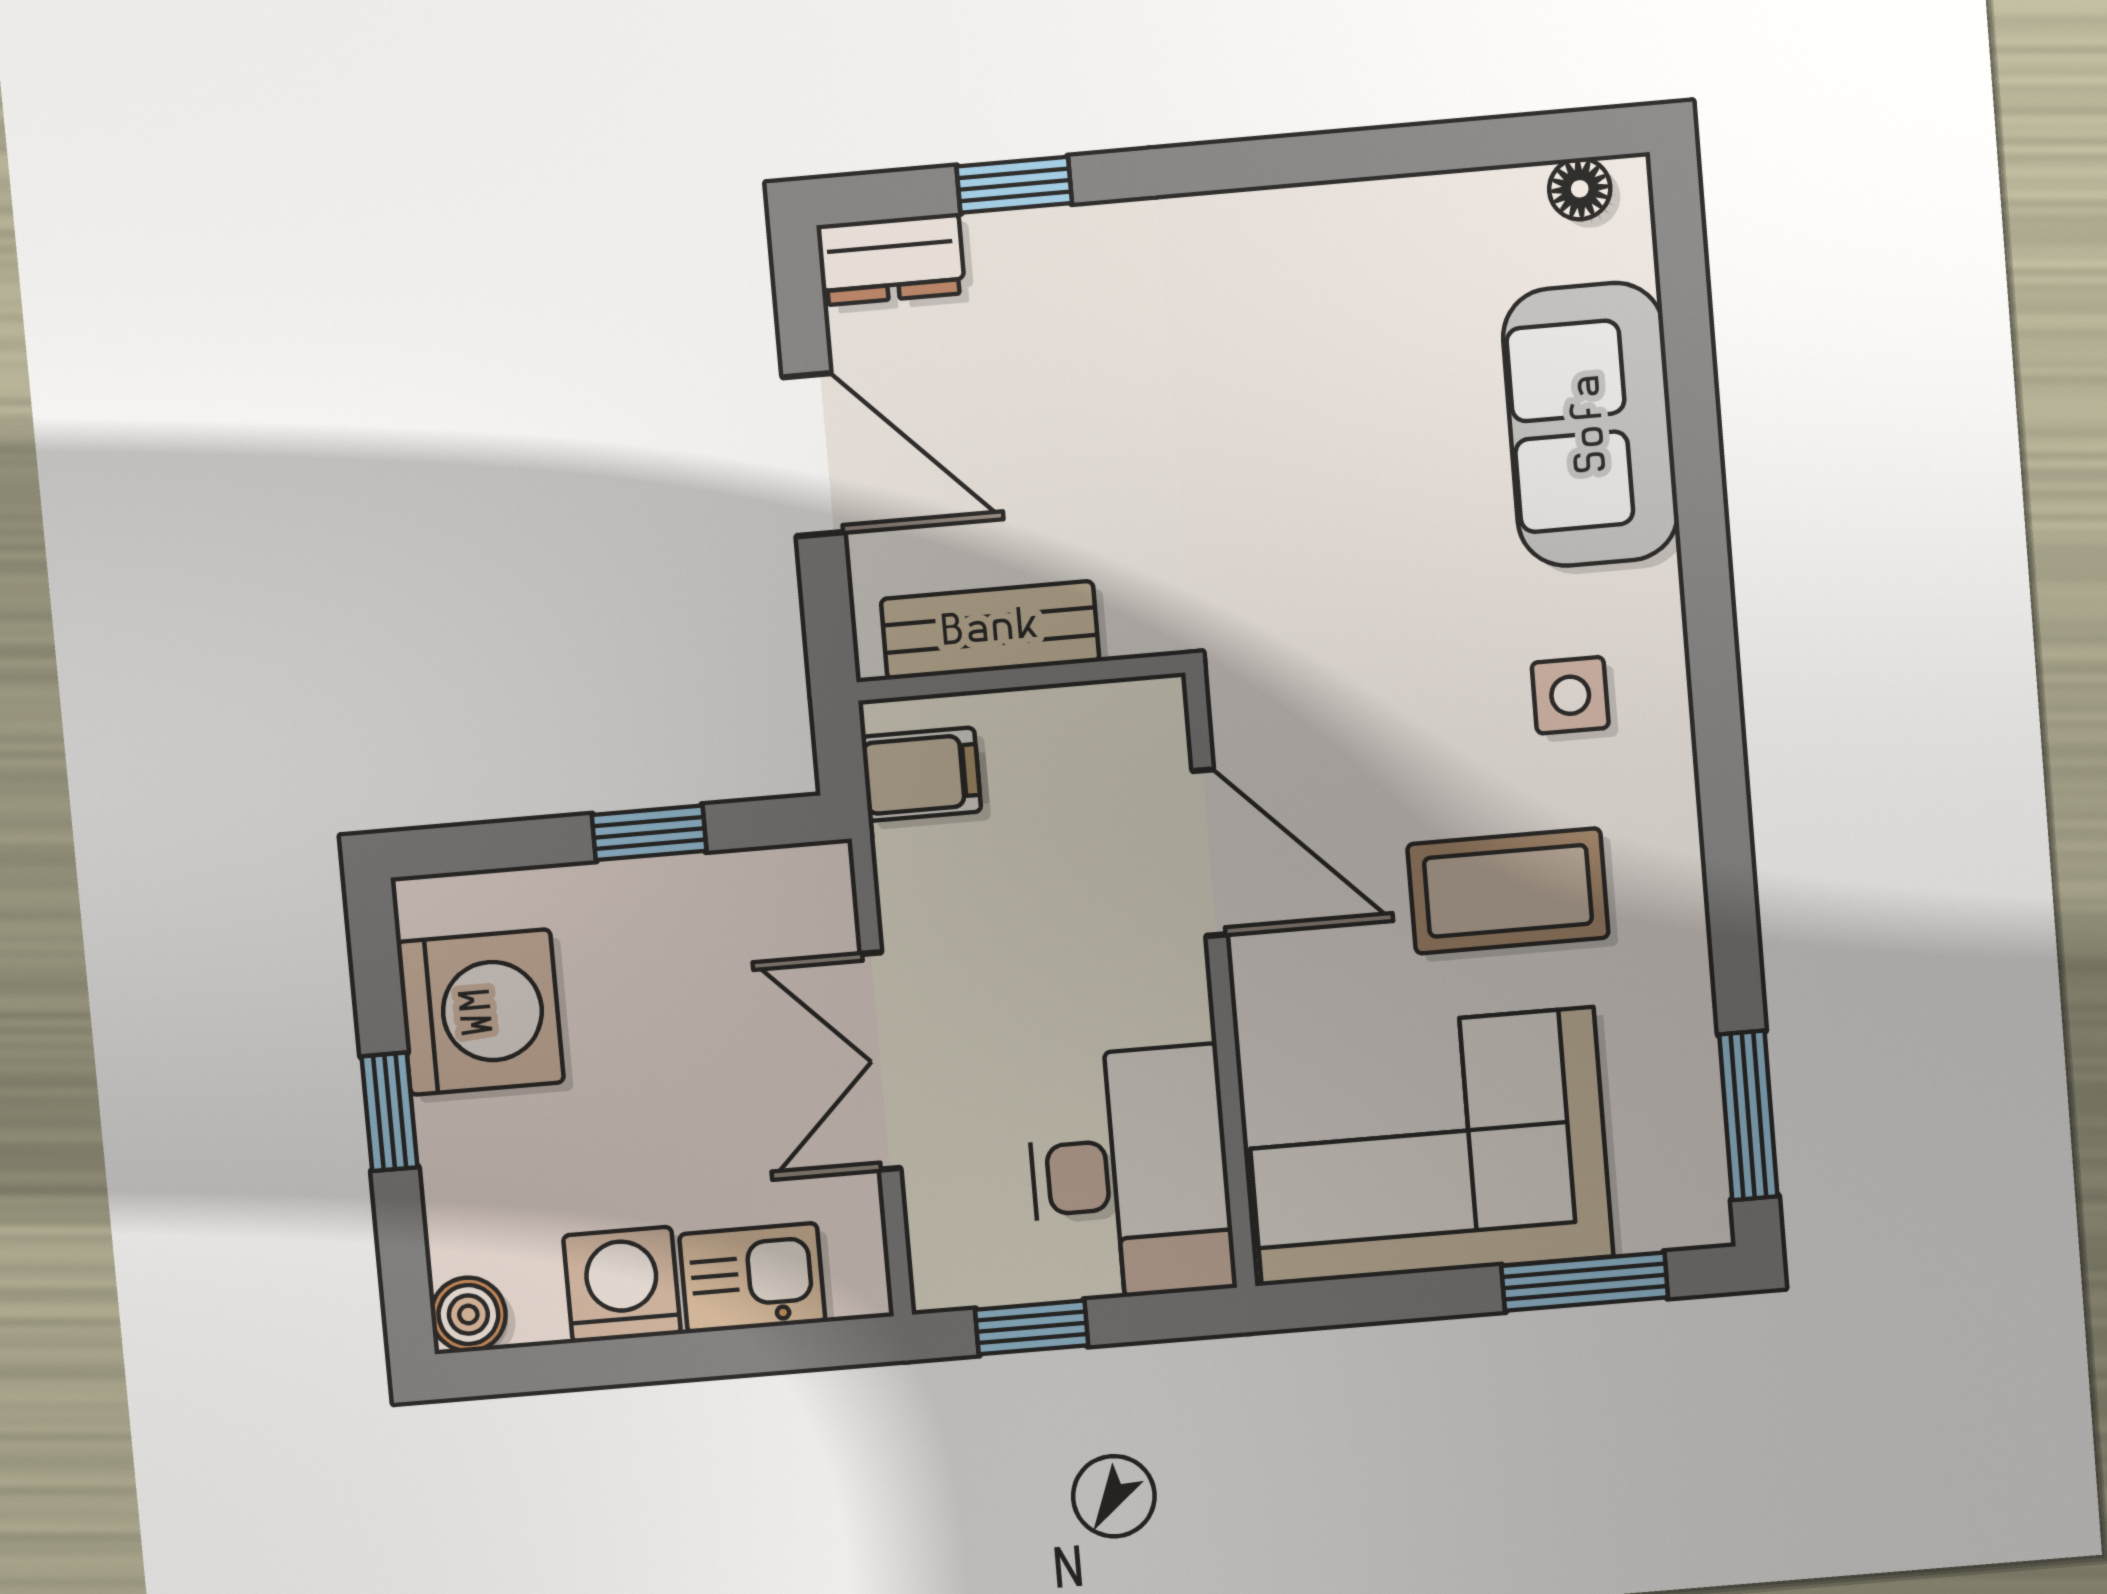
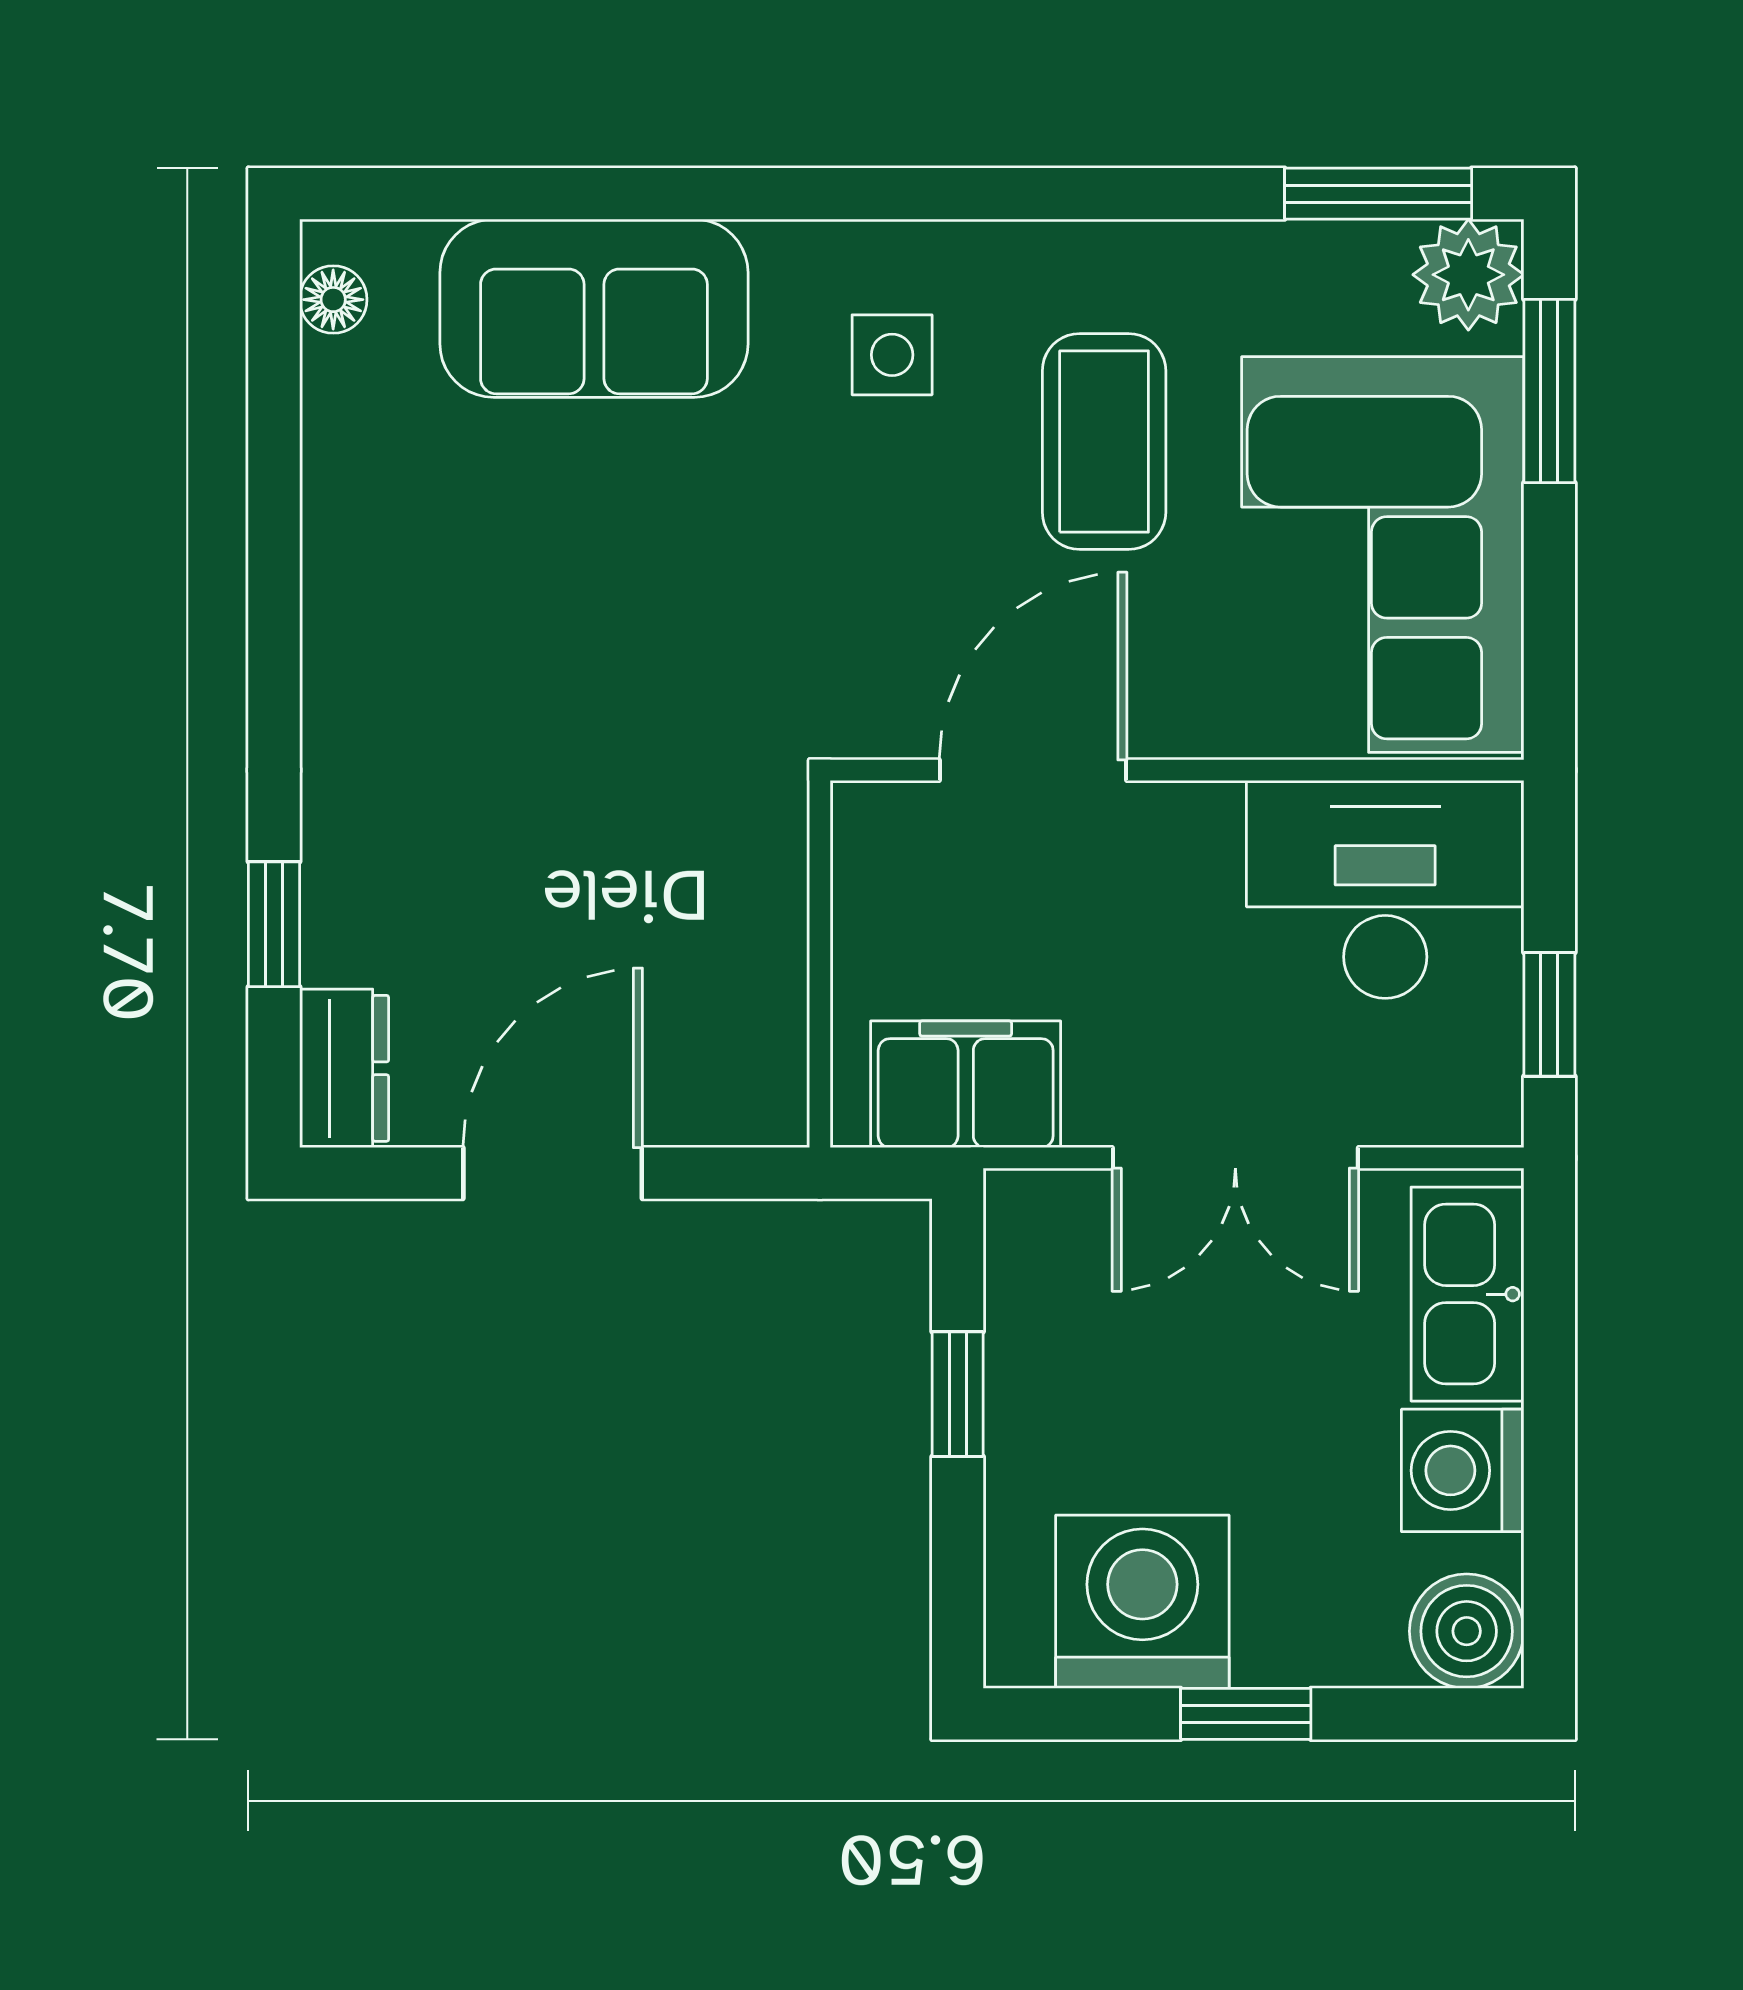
bench: (990, 630) -> (764, 994), removed
filing cabinet: (921, 774) -> (966, 1084), width x2.00
plant: (1682, 1201) -> (1468, 275), added
kitchen sink: (752, 1278) -> (1467, 1294), width x1.38
boiler: (468, 1315) -> (1467, 1631), width x1.36, depth x1.36

